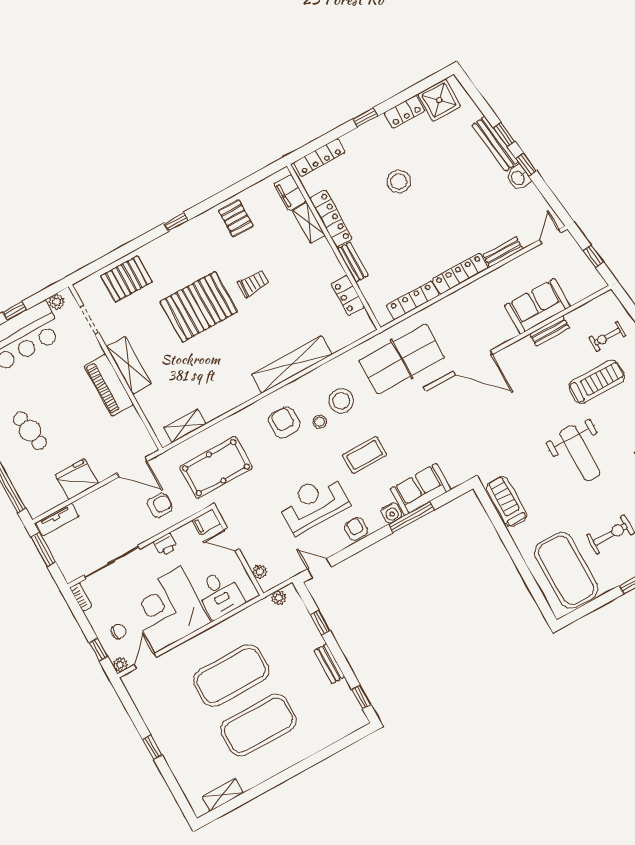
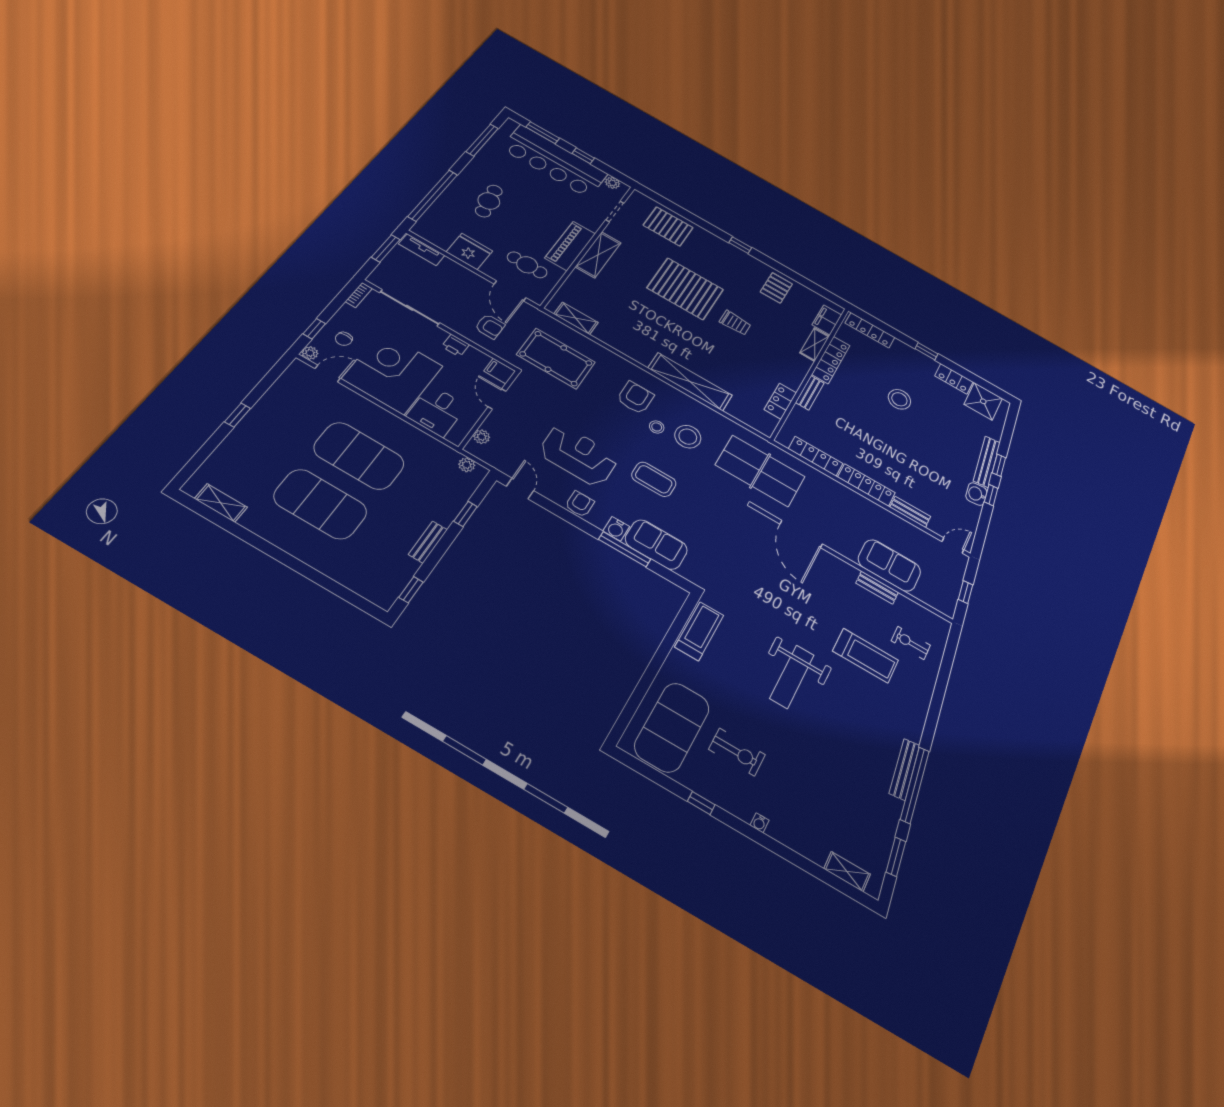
cafe table: (112, 436) -> (527, 265), added
chair: (119, 631) -> (344, 339), turned 90

